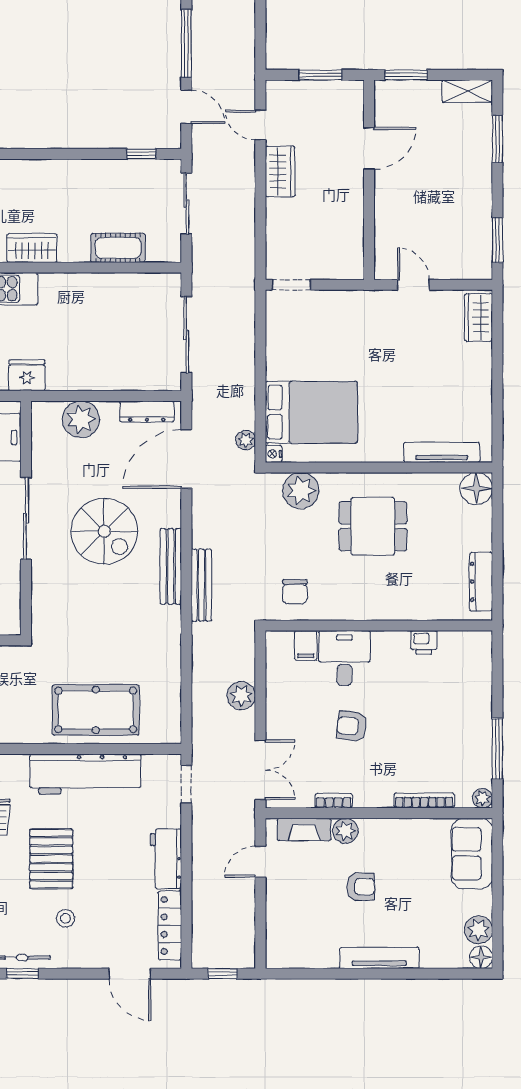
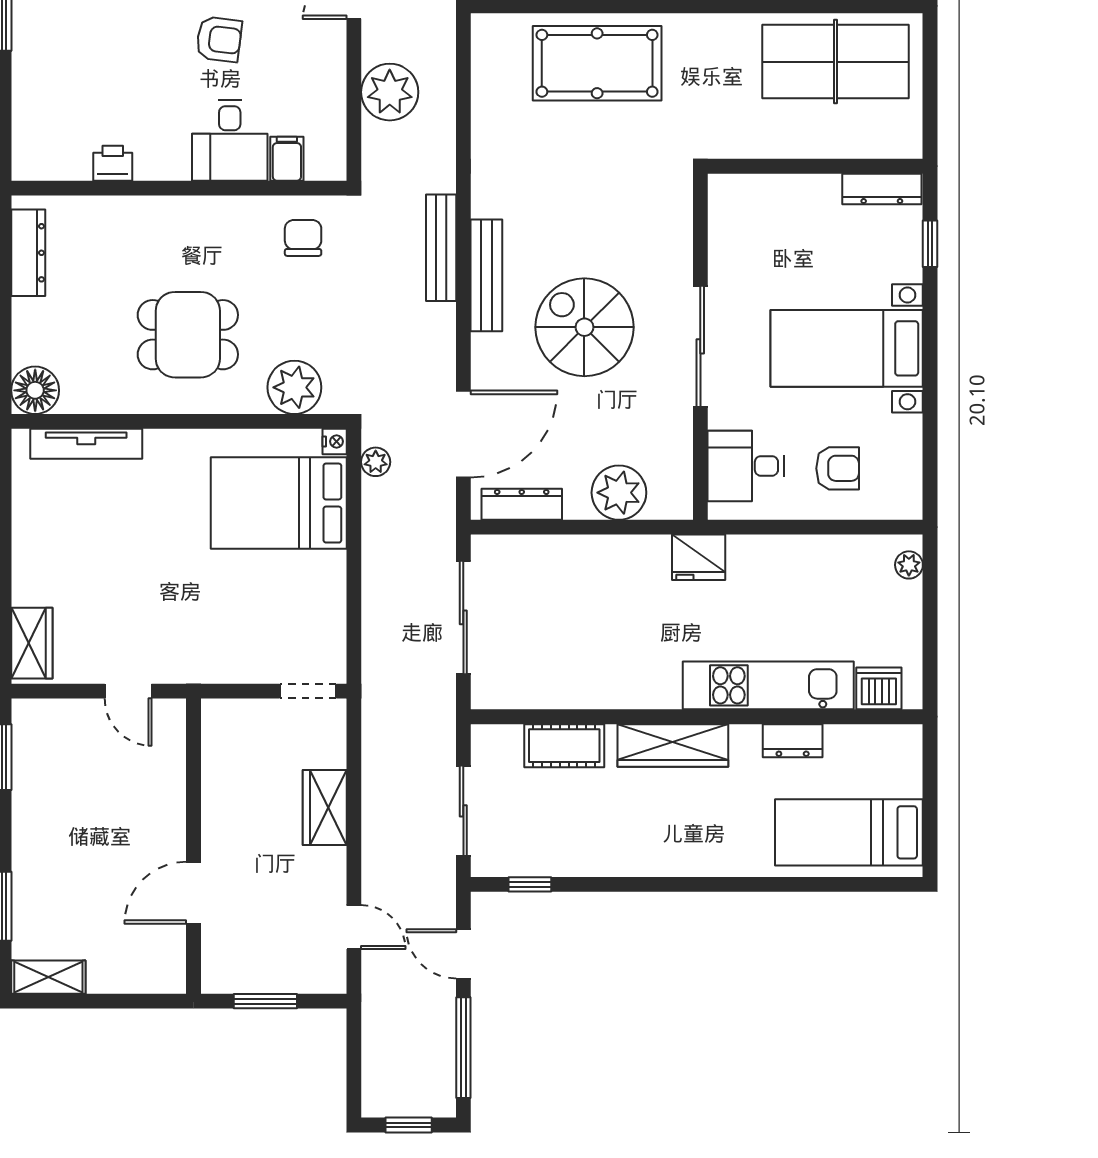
window: (406, 75) -> (139, 1001), removed
wardrobe: (280, 171) -> (325, 808), moved
wardrobe: (32, 248) -> (673, 745), width x1.50
plant: (241, 696) -> (390, 92), width x1.36, depth x1.36

